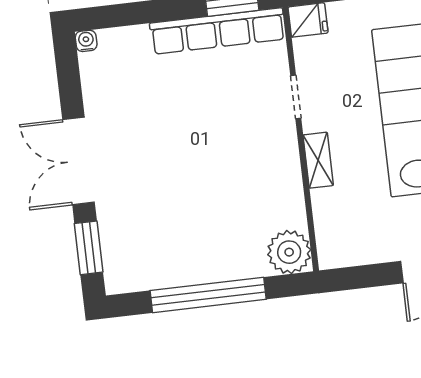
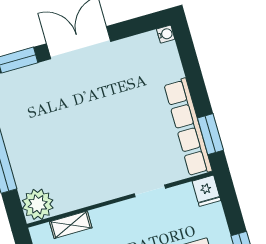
shelving: (318, 160) -> (71, 225), moved

